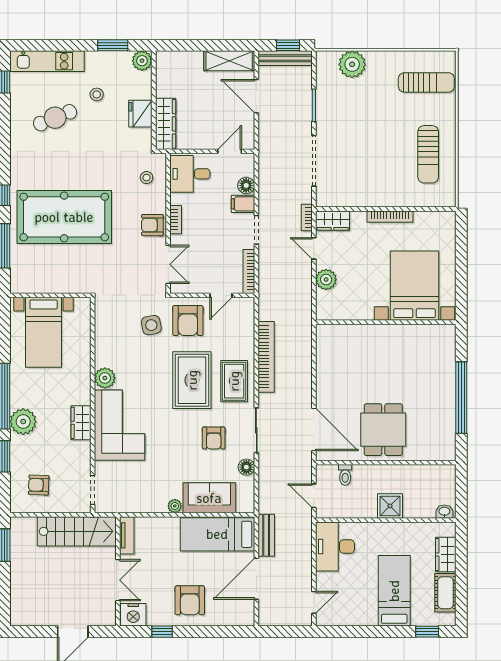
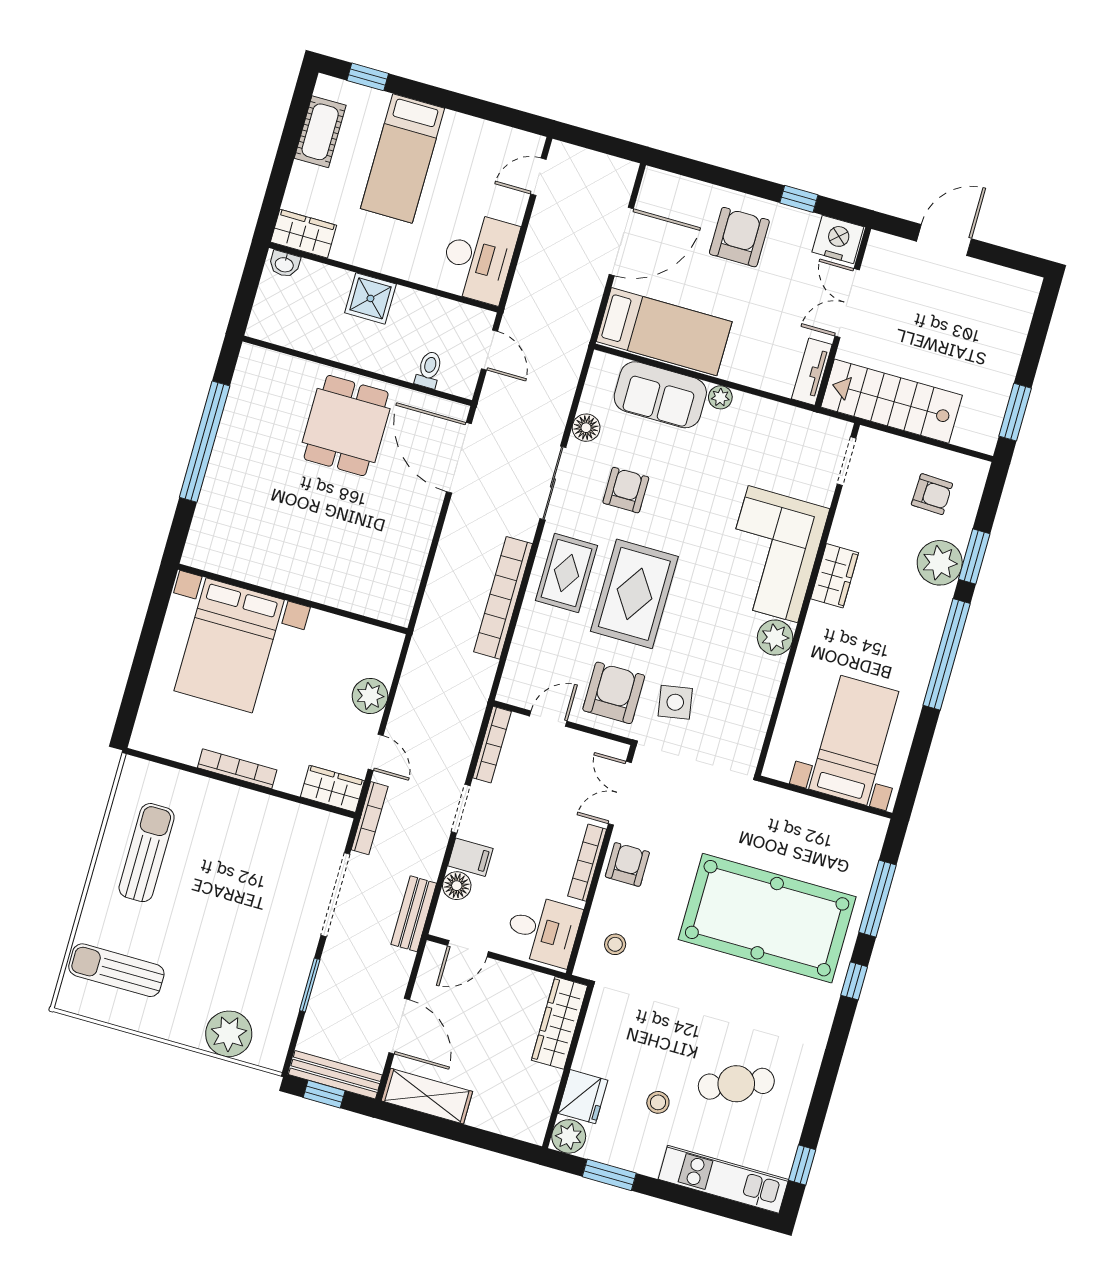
fridge: (140, 114) -> (583, 1097), moved
bookcase: (307, 217) -> (370, 818), width x1.56
bookcase: (176, 220) -> (587, 863), width x1.56
armchair: (152, 225) -> (627, 864), turned -90
plant: (23, 422) -> (940, 563), moved
bench: (266, 535) -> (414, 914), moved
wardrobe: (446, 555) -> (304, 234), moved, turned -90

